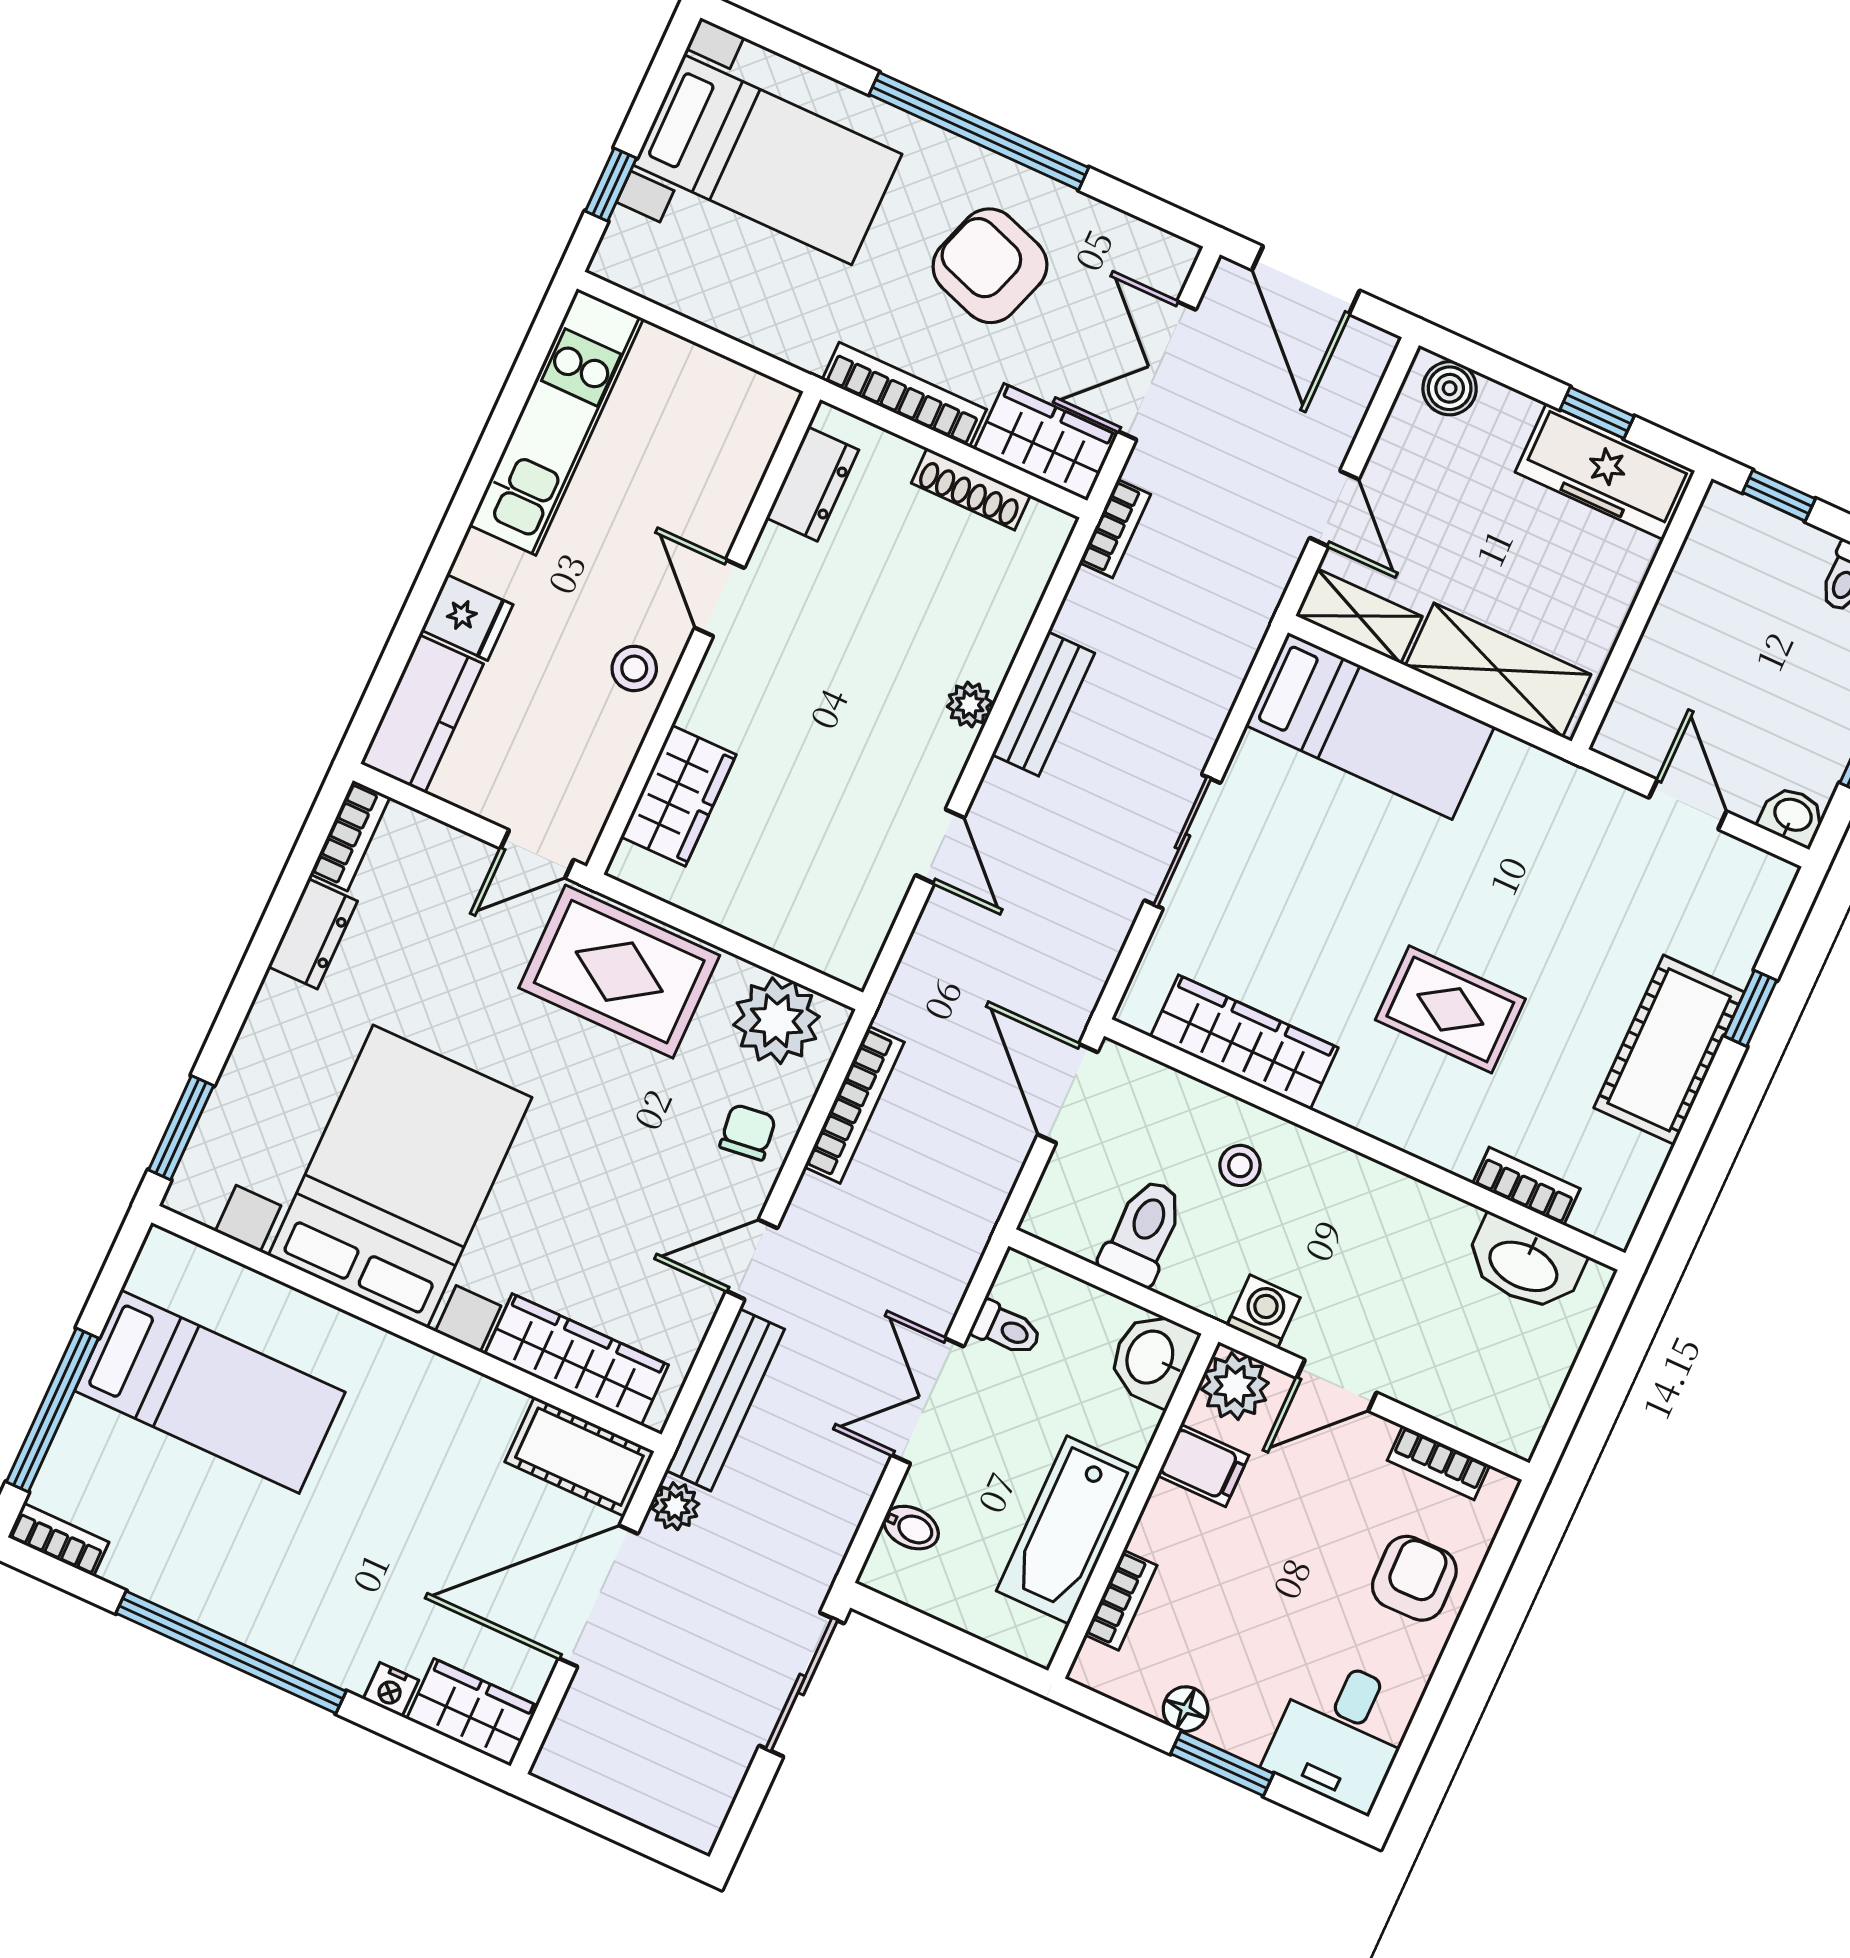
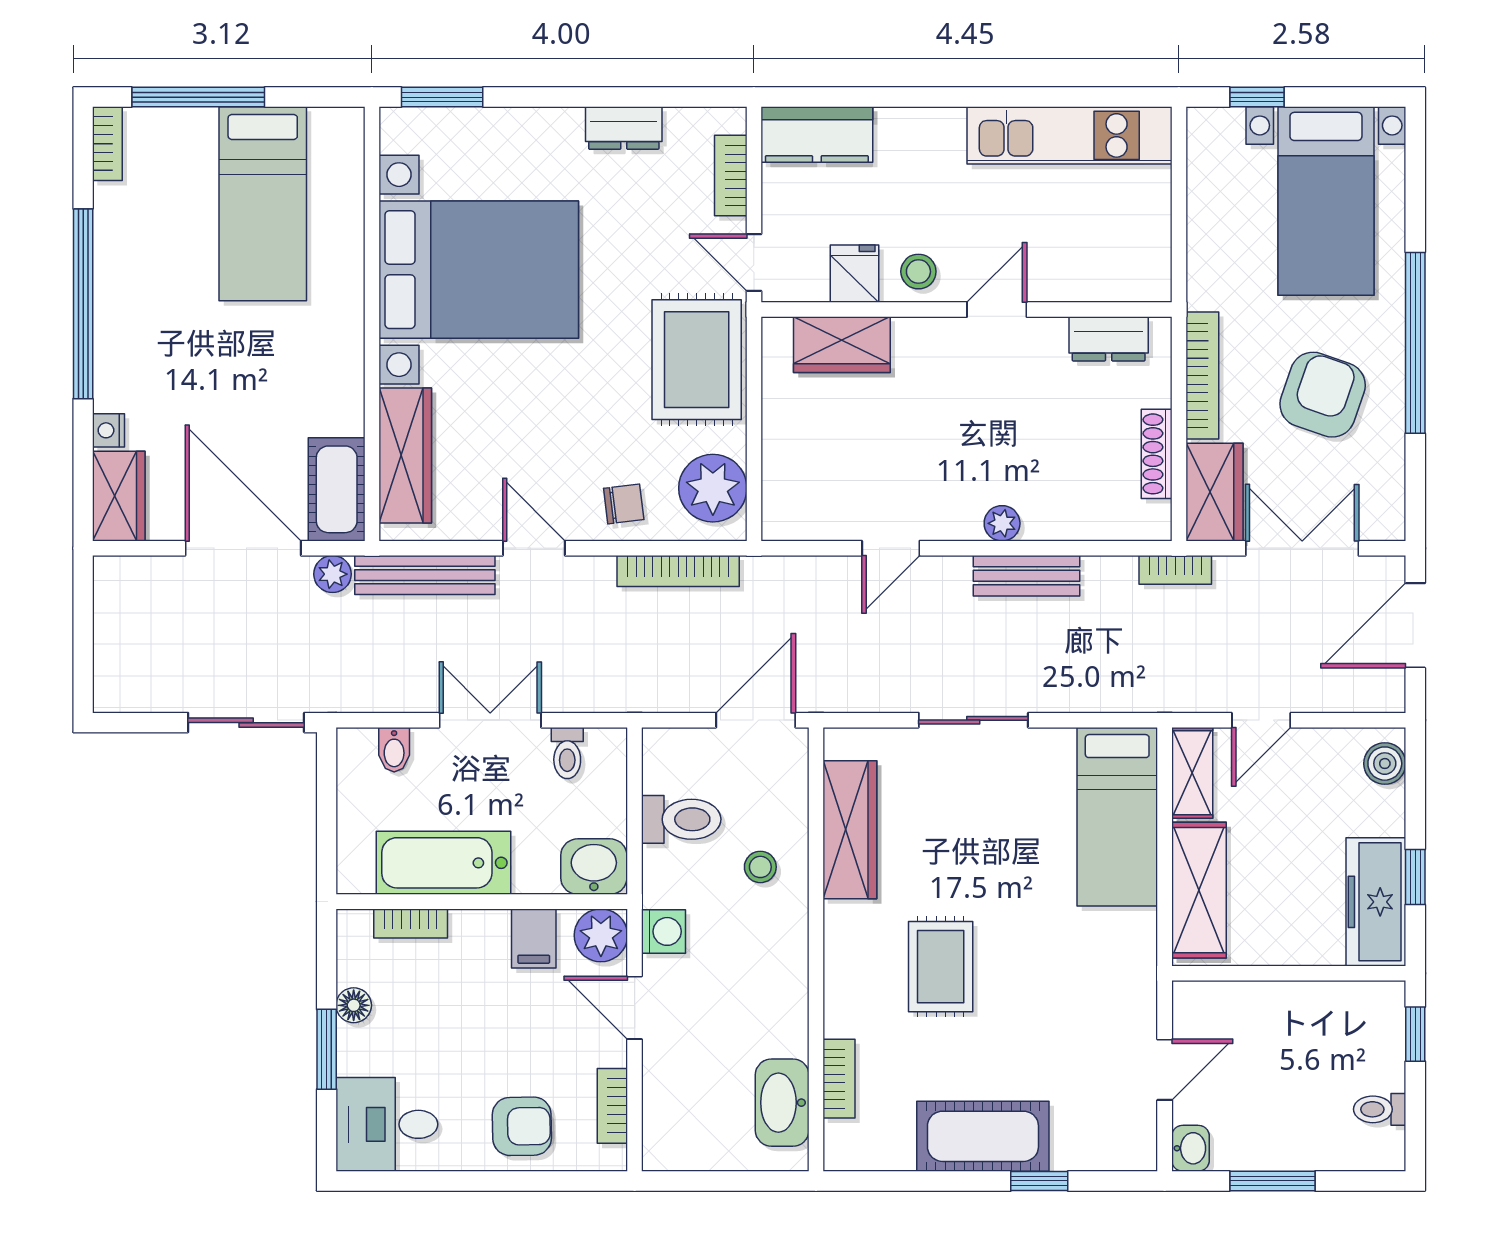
fridge: (467, 617) -> (855, 274), moved, turned 180
bookcase: (350, 836) -> (731, 176), moved, turned 90

